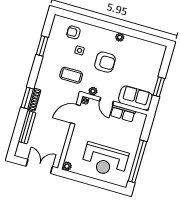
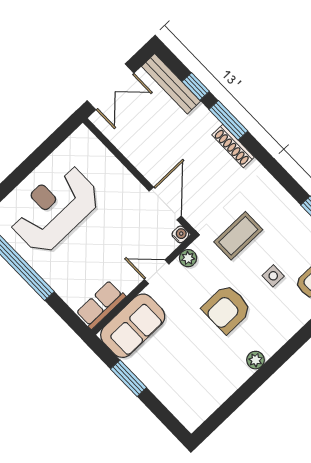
window: (27, 98) -> (228, 120), moved
row of seats: (123, 113) -> (101, 305), moved
bench: (27, 127) -> (171, 84), moved
window: (18, 130) -> (196, 86), added
plant: (67, 166) -> (83, 136), removed

